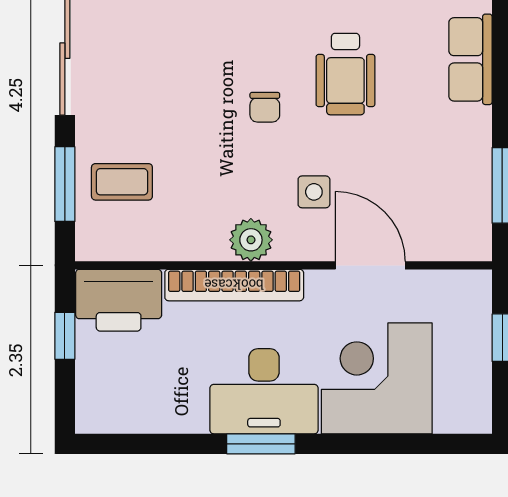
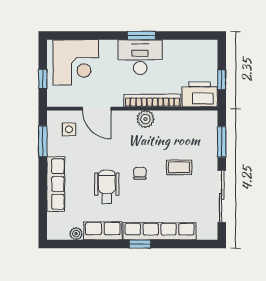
row of seats: (470, 59) -> (56, 184), width x1.48
coffee table: (122, 182) -> (179, 167), moved
side table: (314, 192) -> (69, 129), moved
corner desk: (377, 378) -> (76, 62), moved

